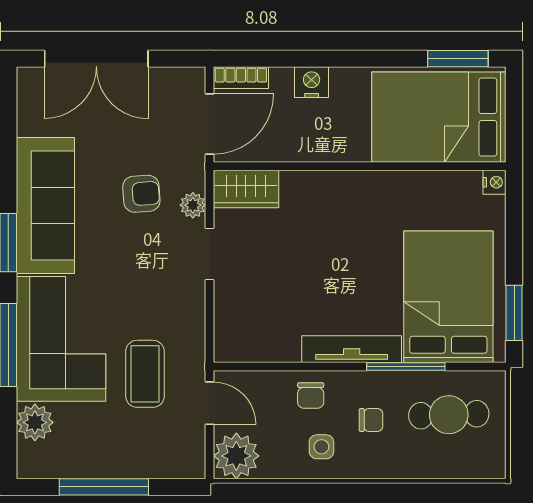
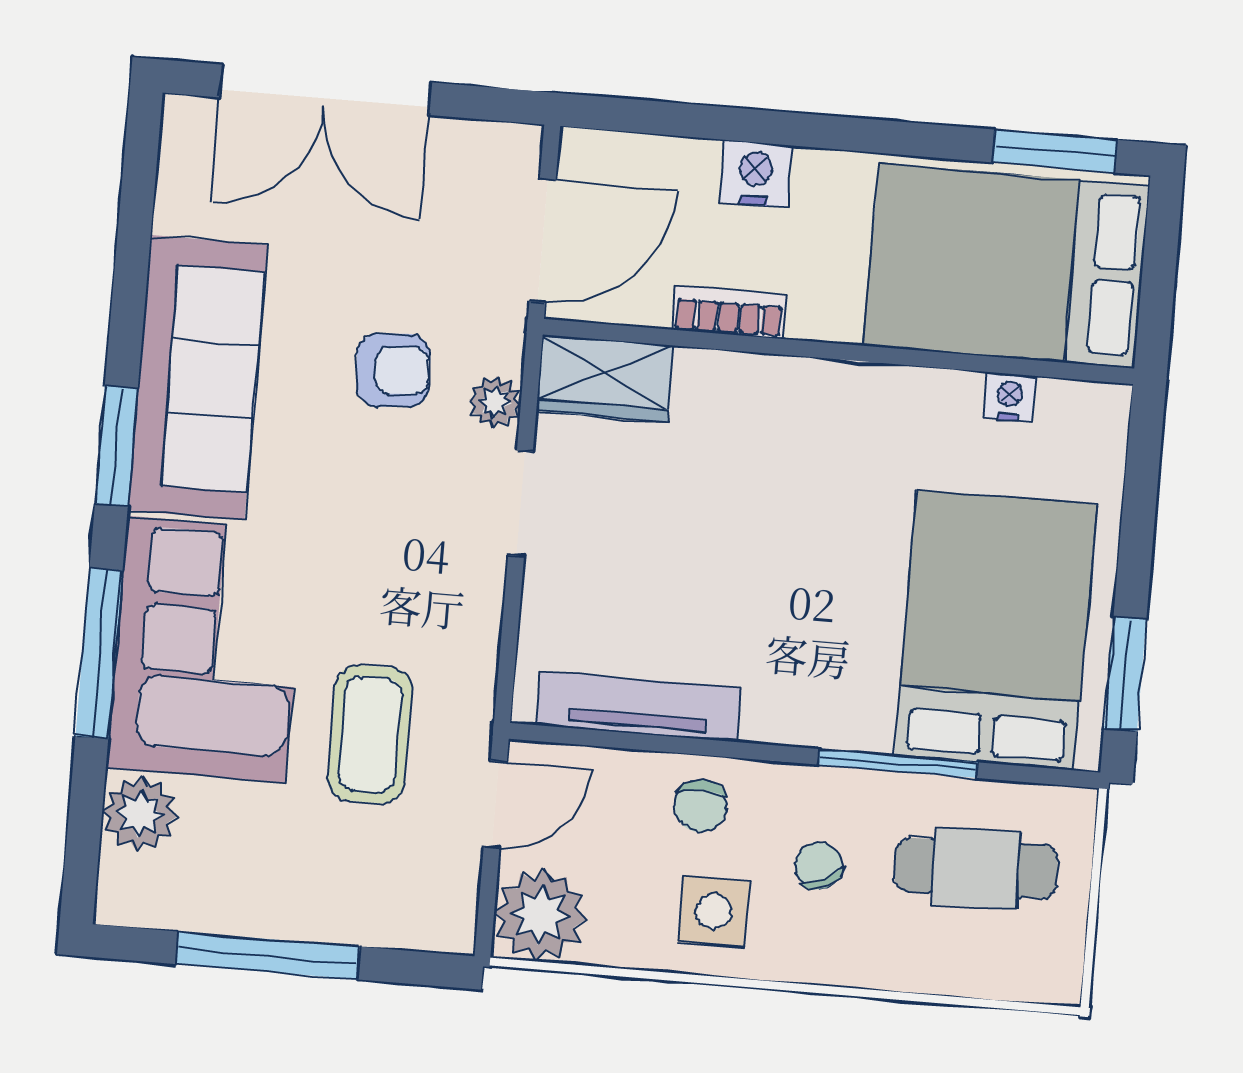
bookcase: (241, 78) -> (729, 312), moved, turned 180
nightstand: (495, 182) -> (1009, 397), moved, turned -90
tv unit: (352, 349) -> (639, 706), moved
door: (209, 403) -> (495, 804), hinge flipped
chair: (371, 420) -> (818, 866), turned -116
side table: (321, 447) -> (714, 911), width x1.37, depth x1.37

